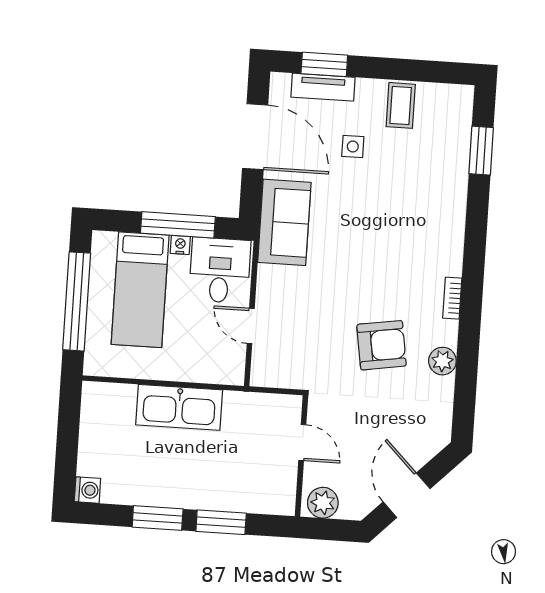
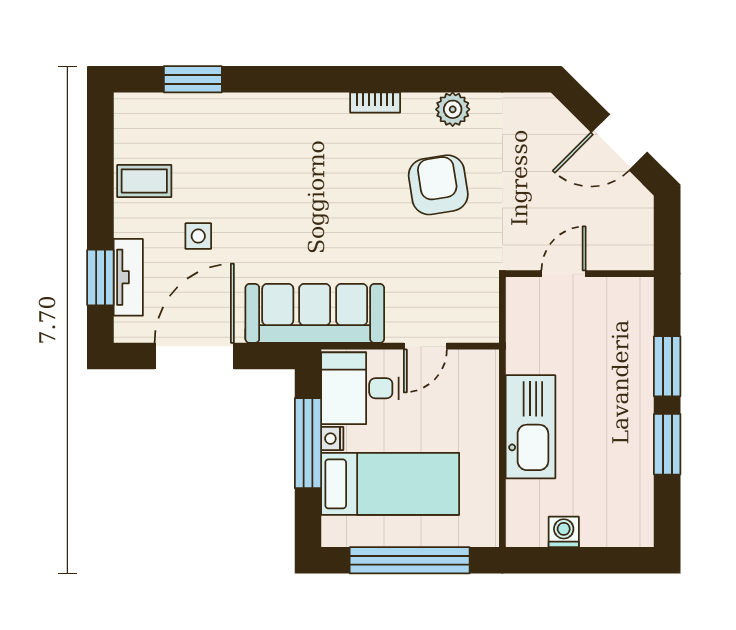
sofa: (284, 222) -> (315, 313), width x1.36
washing machine: (87, 490) -> (564, 532), moved
plant: (323, 503) -> (635, 244), removed

